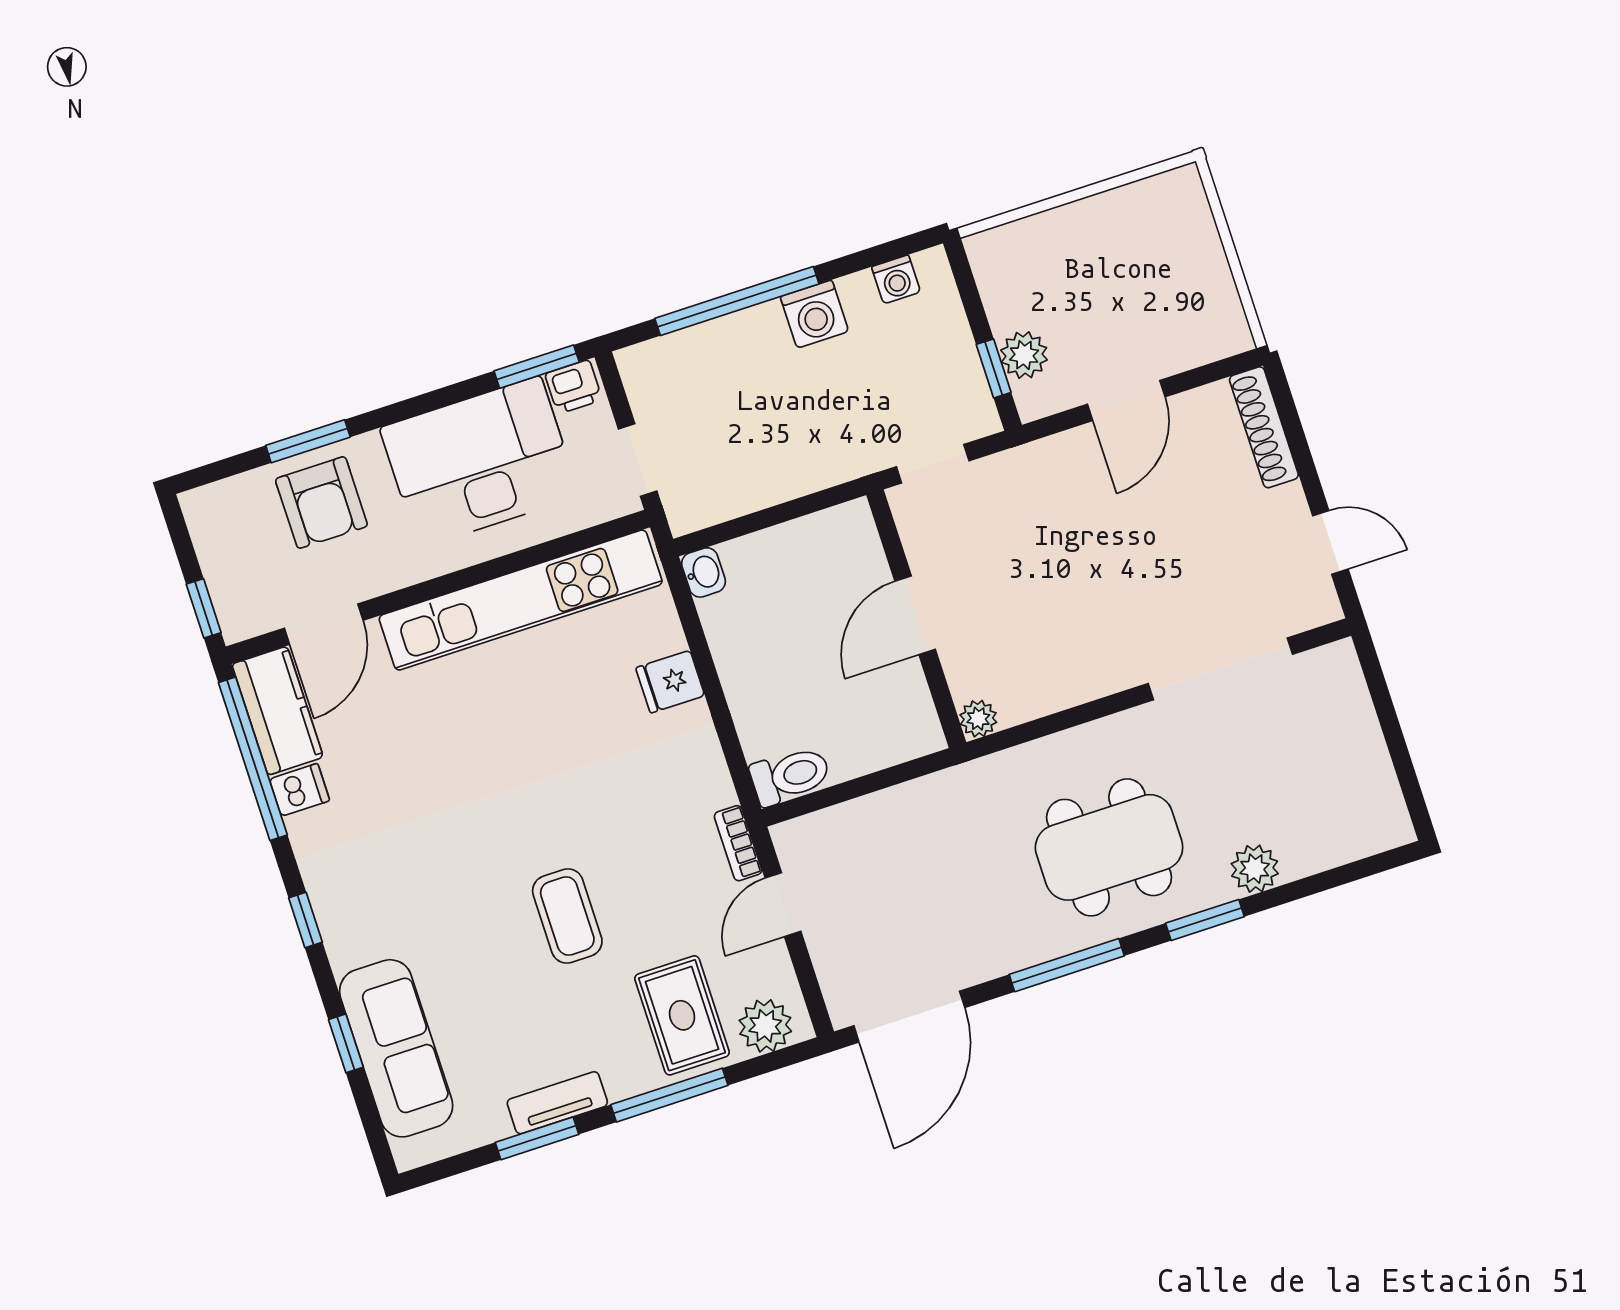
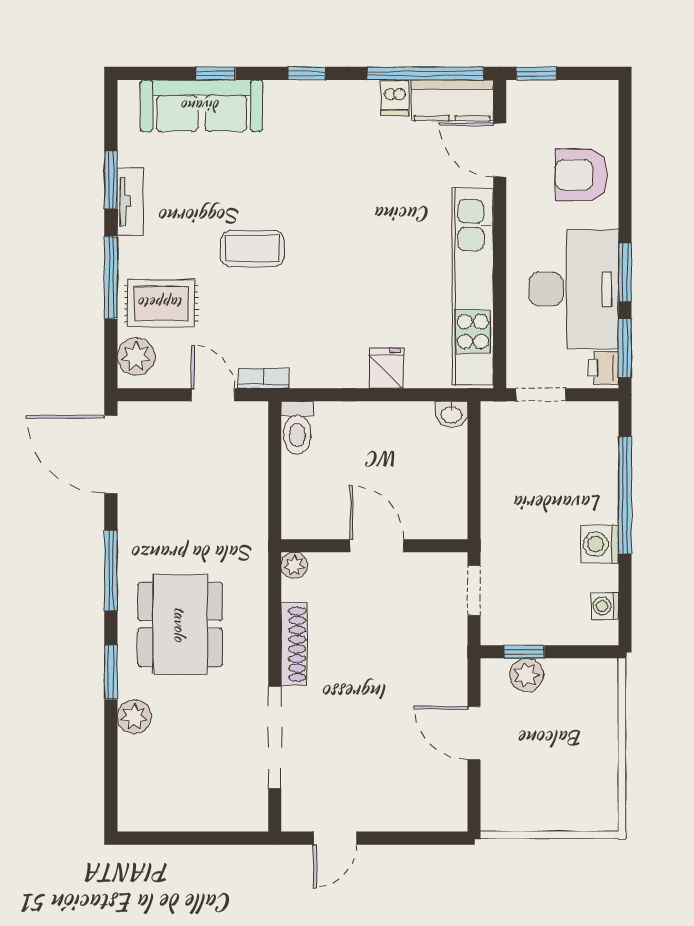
shoe rack: (1264, 427) -> (294, 644), moved, turned 90
window: (308, 441) -> (625, 272), moved

